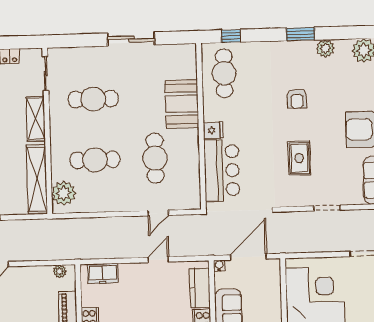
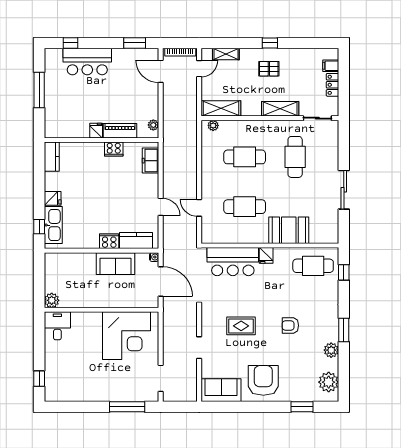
cafe table: (95, 160) -> (245, 157), turned 90
shelving: (37, 179) -> (221, 108), width x0.68
plant: (64, 193) -> (213, 125), width x0.53, depth x0.53

